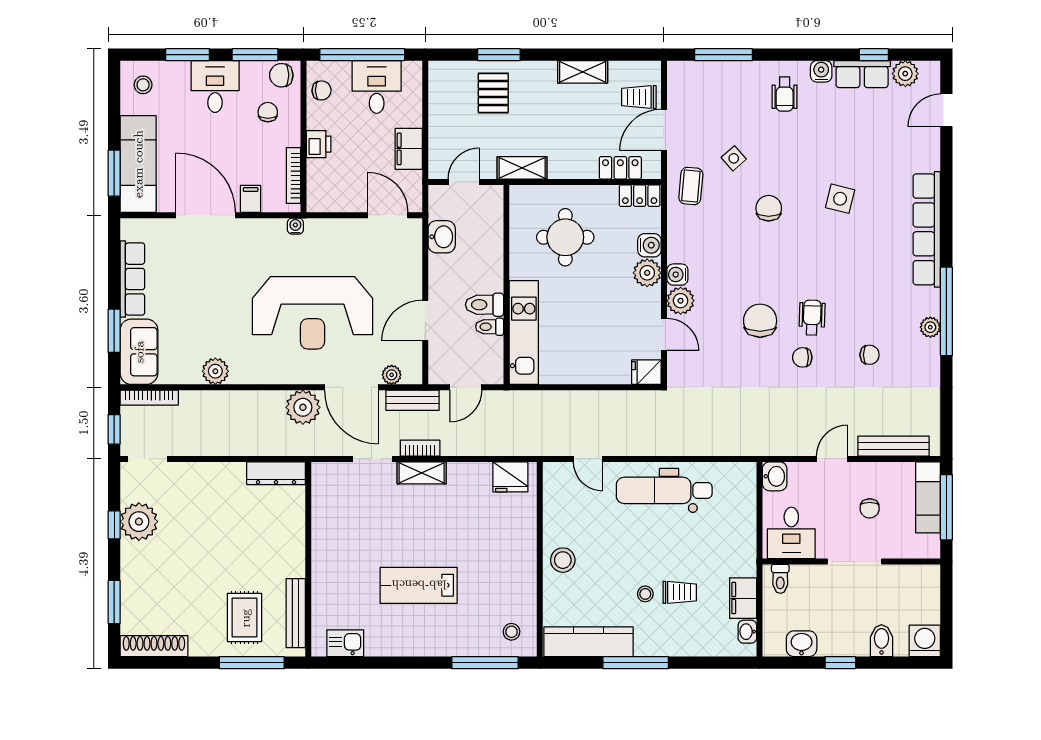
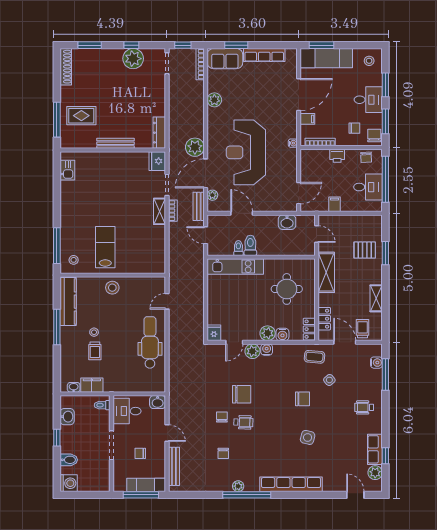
water cooler: (821, 71) -> (376, 363), moved
filing cabinet: (409, 149) -> (335, 204), width x0.50
shelving: (522, 168) -> (326, 272), width x1.50, depth x1.33
fridge: (510, 477) -> (157, 161), moved
lab bench: (419, 585) -> (105, 247), moved
bench: (296, 613) -> (116, 143), moved

